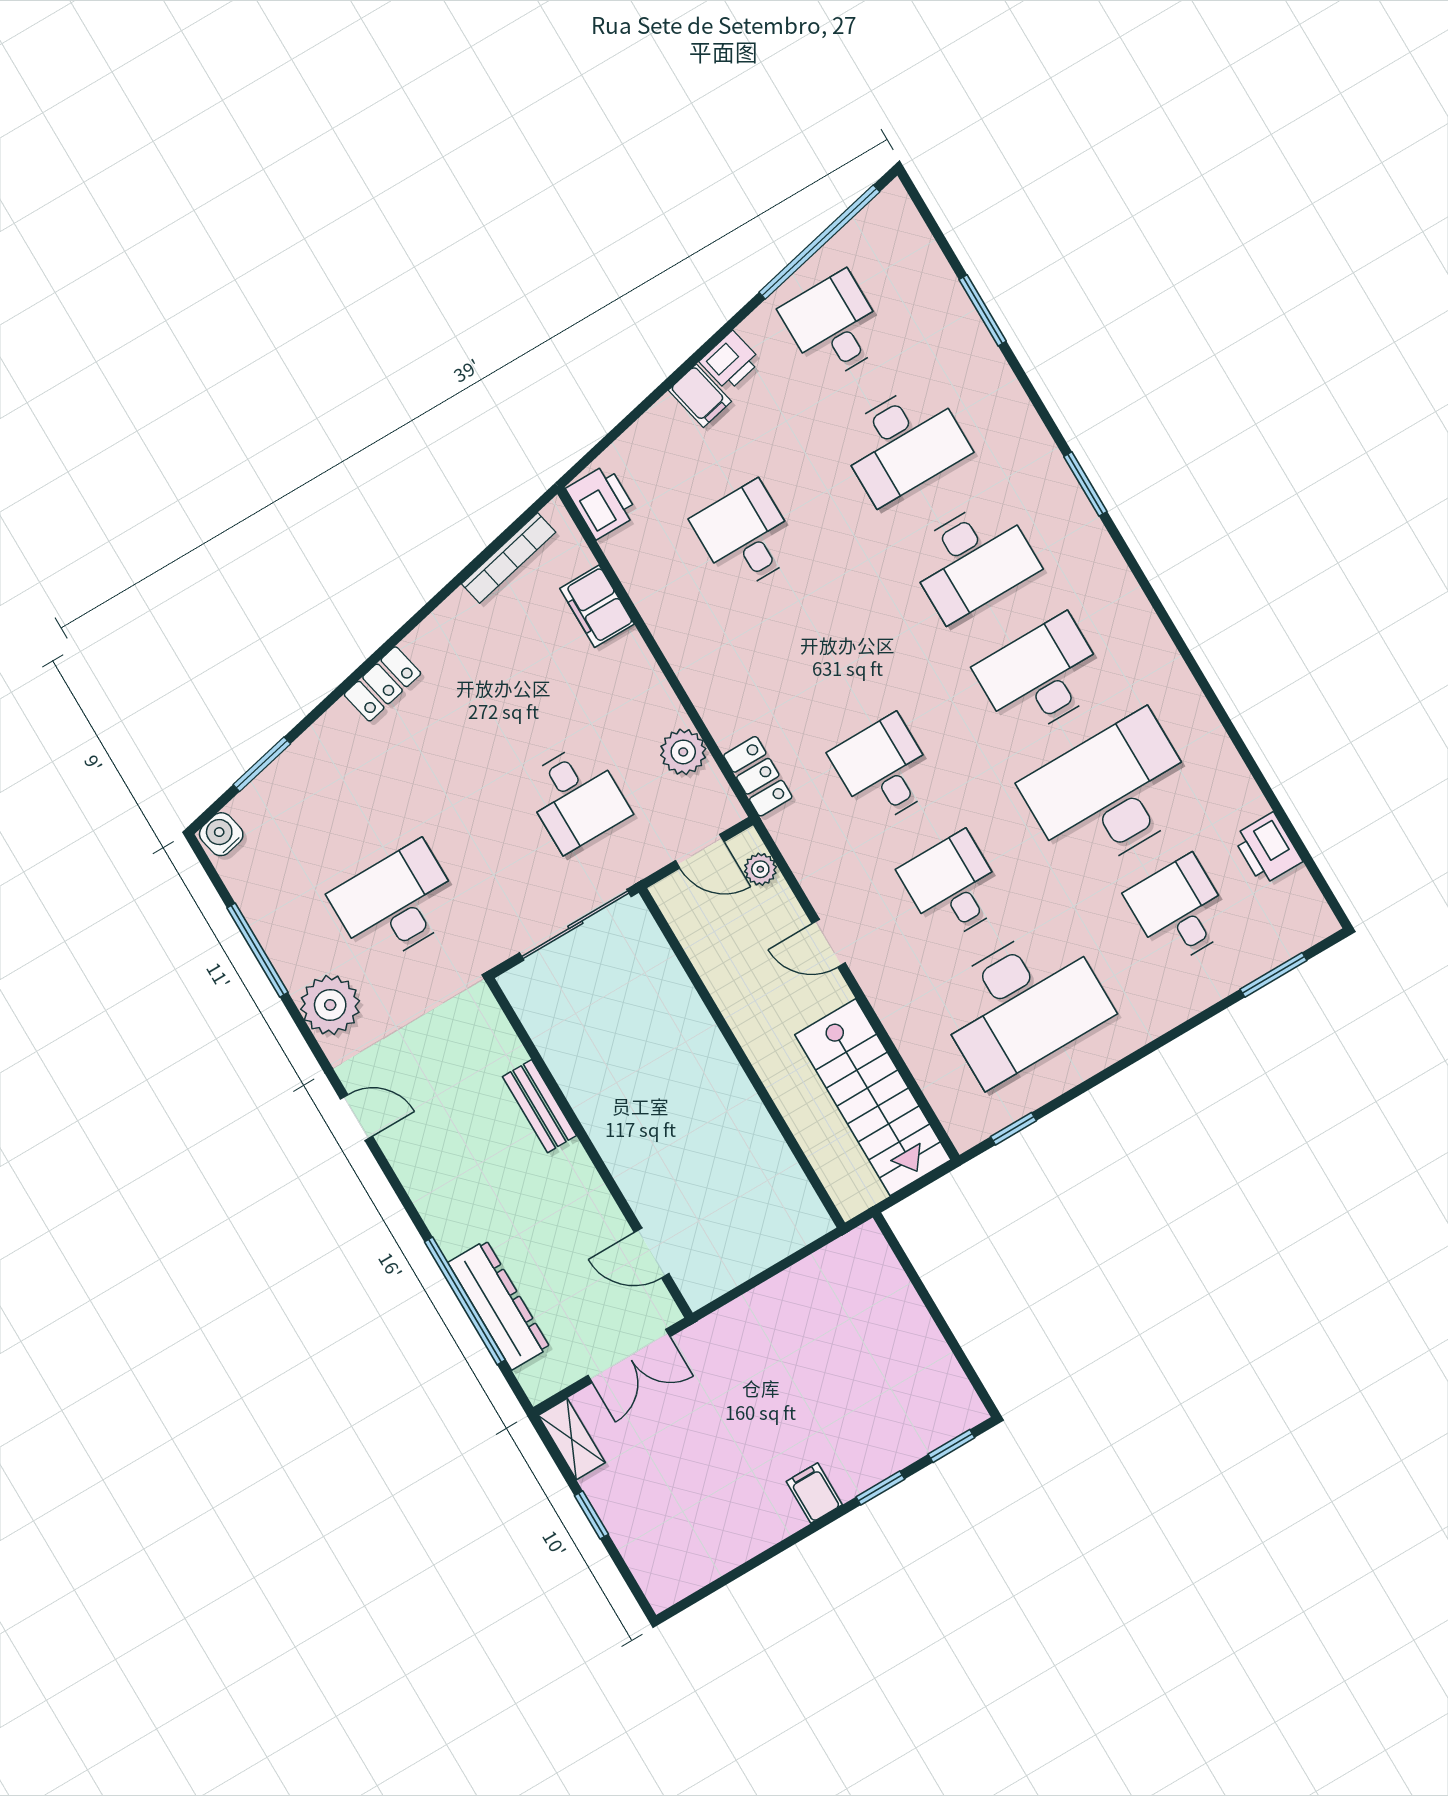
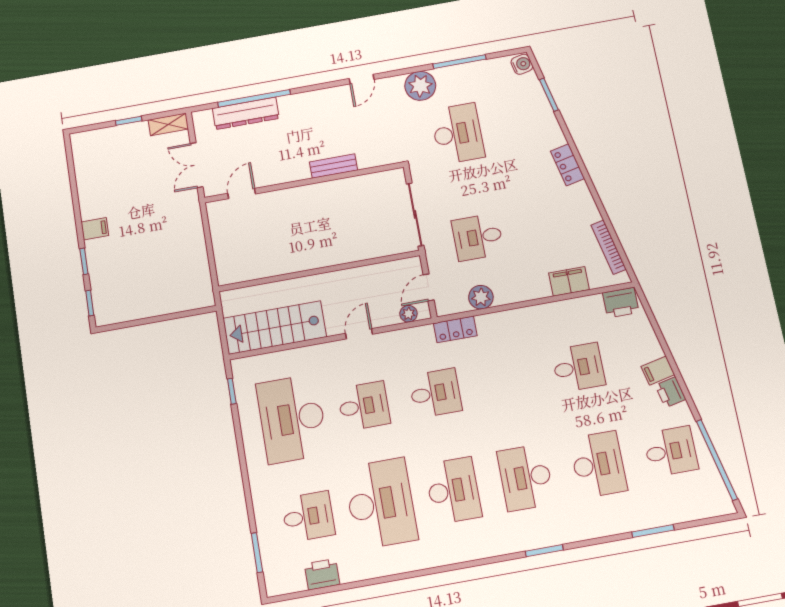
desk: (903, 443) -> (598, 464), turned 180

